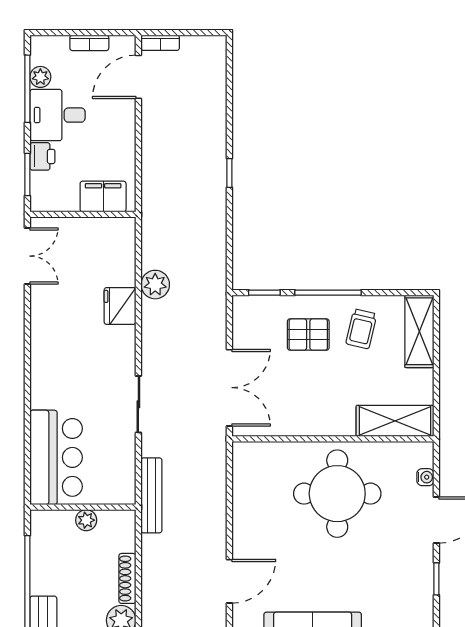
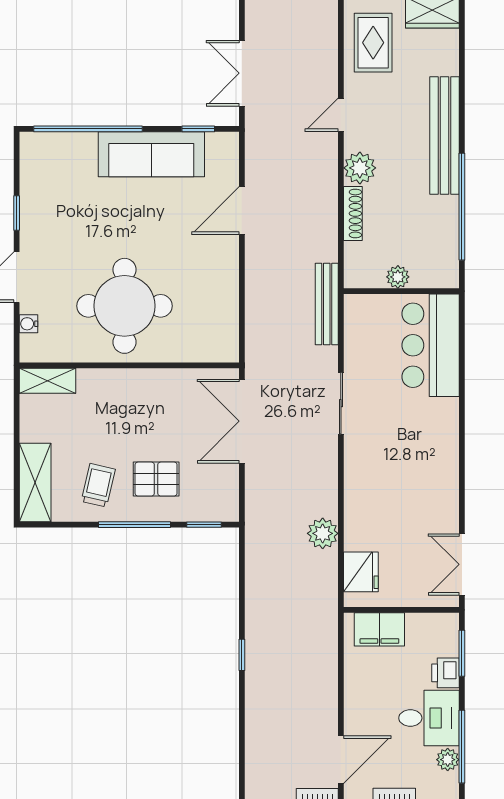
fridge: (120, 306) -> (361, 572), moved
shelving: (395, 421) -> (48, 381), width x0.67, depth x0.75

